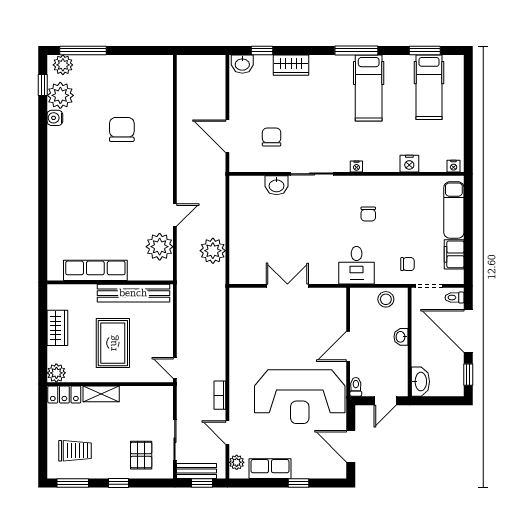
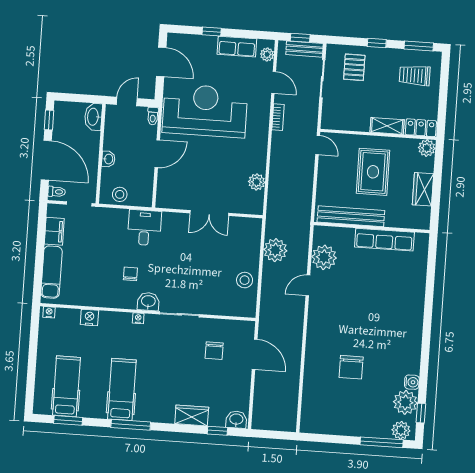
washbasin: (277, 185) -> (148, 302), moved
stool: (244, 216) -> (245, 280), added
chair: (407, 264) -> (98, 225), removed
plant: (238, 323) -> (257, 182), added

